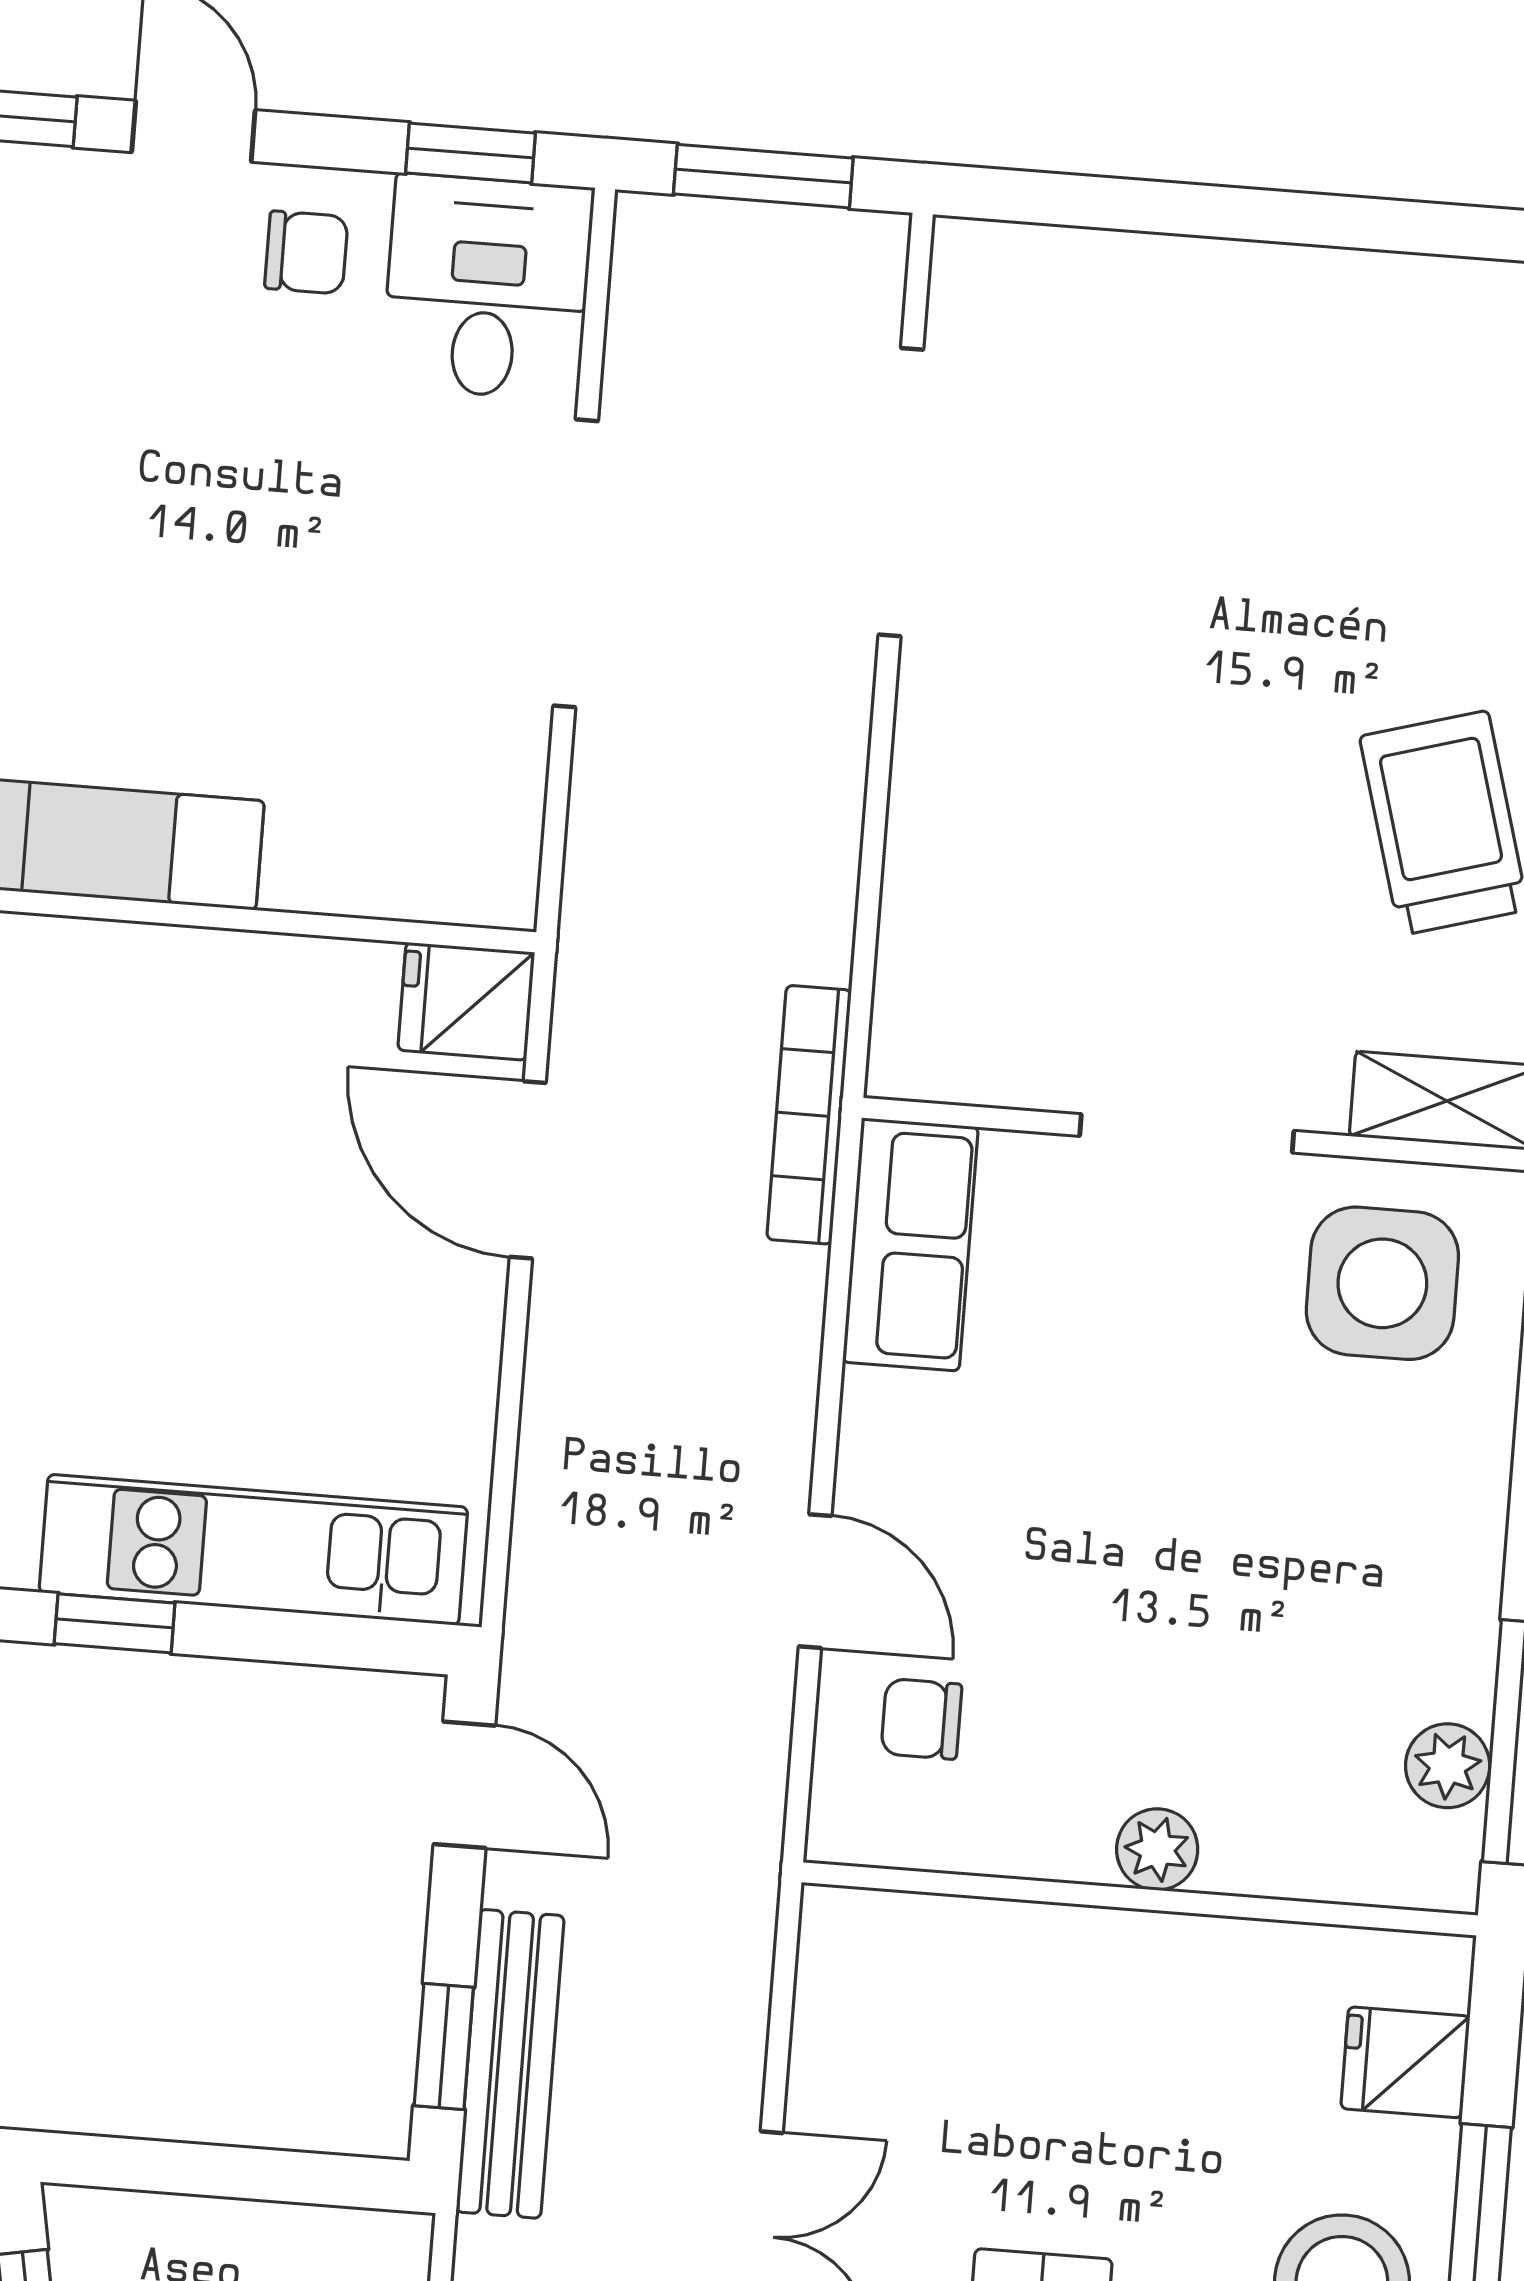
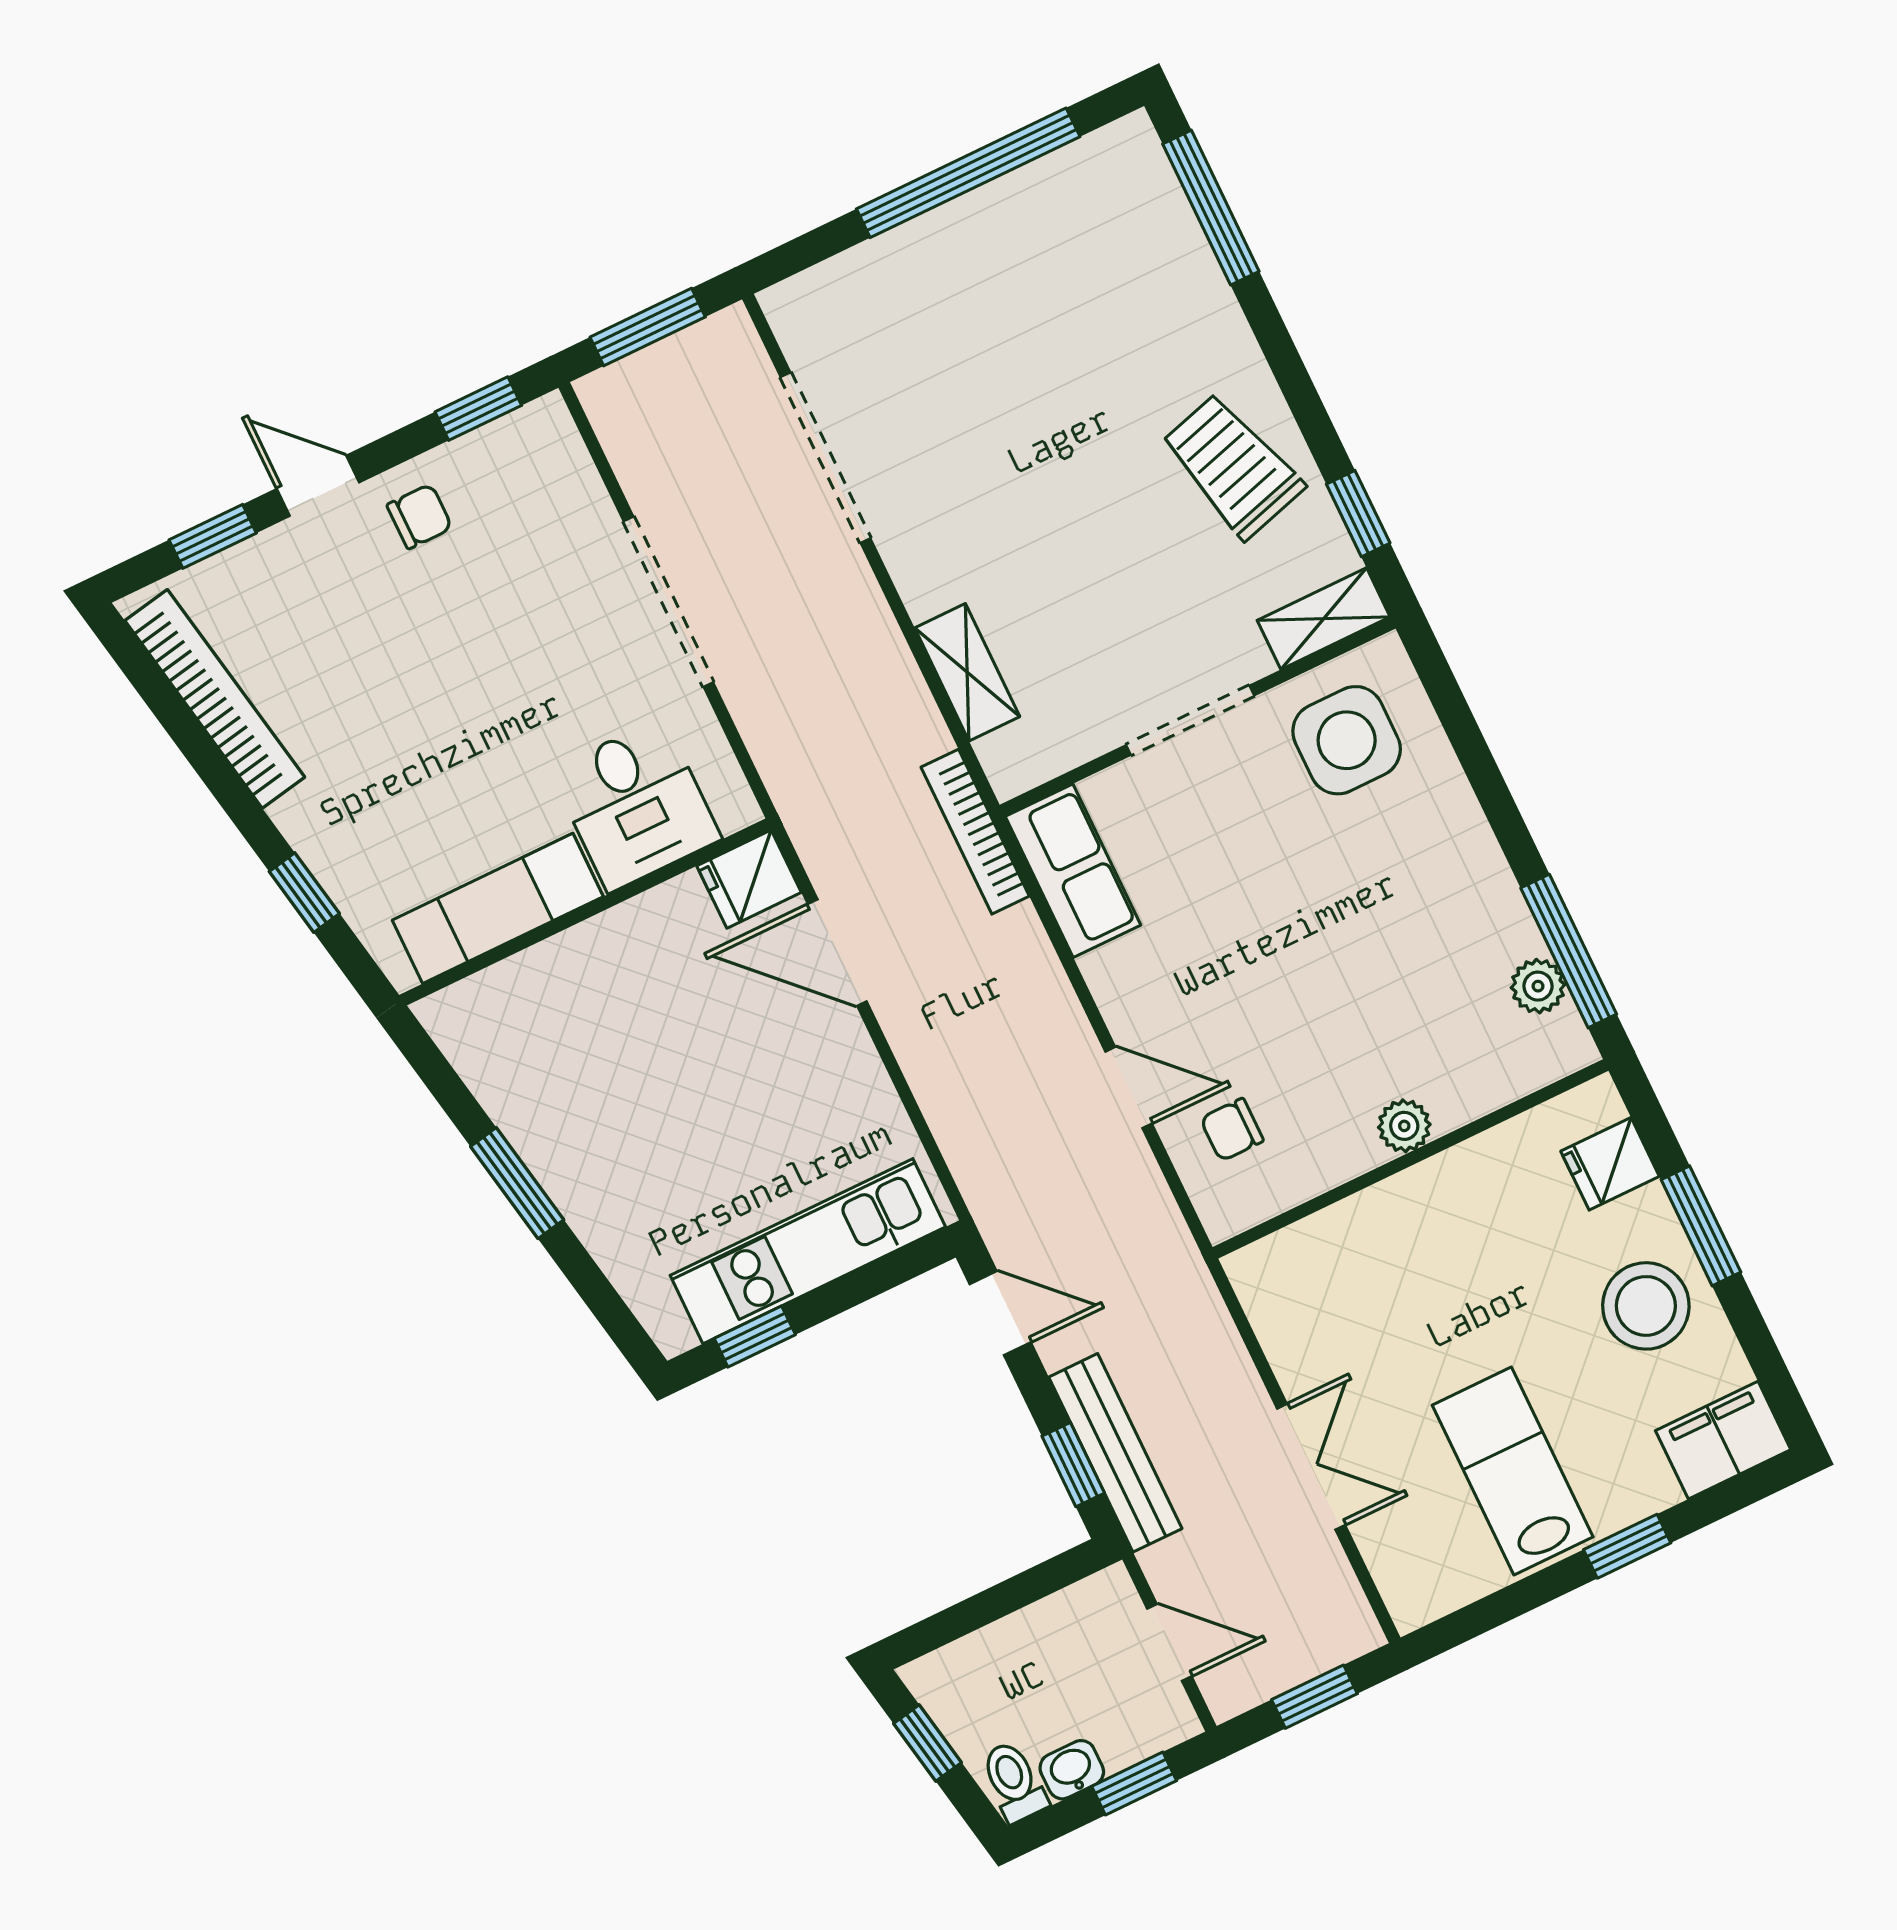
window: (1317, 220) -> (968, 173), added
desk: (487, 287) -> (636, 805), moved, turned 180
shelving: (923, 893) -> (967, 672), added

